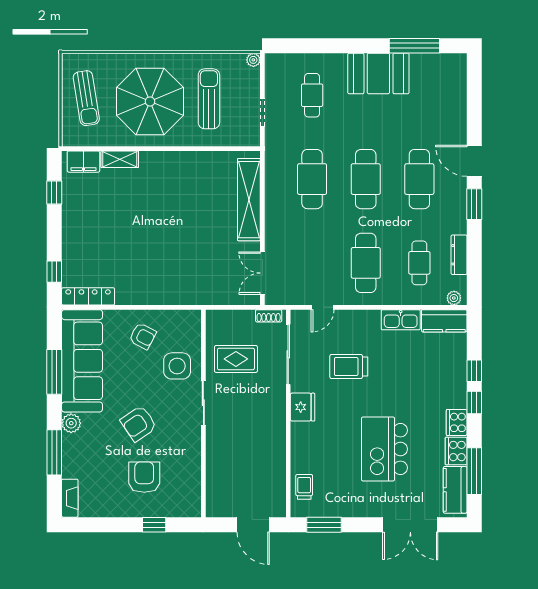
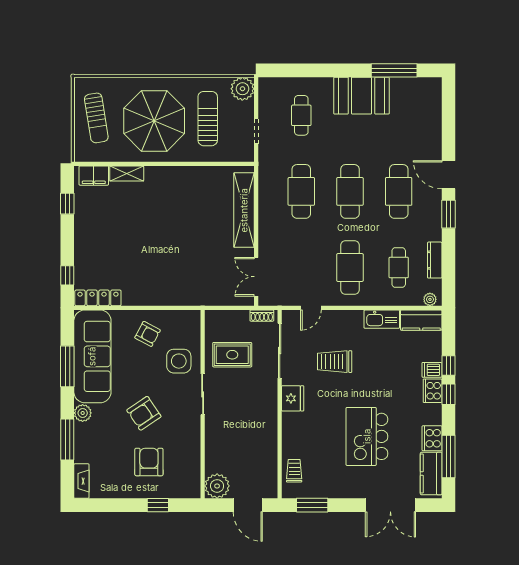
plant: (253, 60) -> (242, 89), width x1.87, depth x1.87
dishwasher: (456, 376) -> (432, 370), added
cooker: (457, 422) -> (433, 391), moved
plant: (219, 504) -> (217, 486), added

